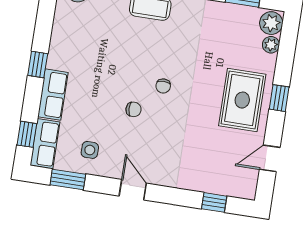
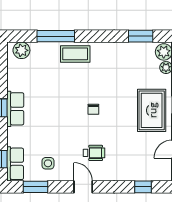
row of seats: (53, 95) -> (15, 109), moved
chair: (134, 109) -> (75, 129), removed
wheelchair: (155, 146) -> (94, 153), added

